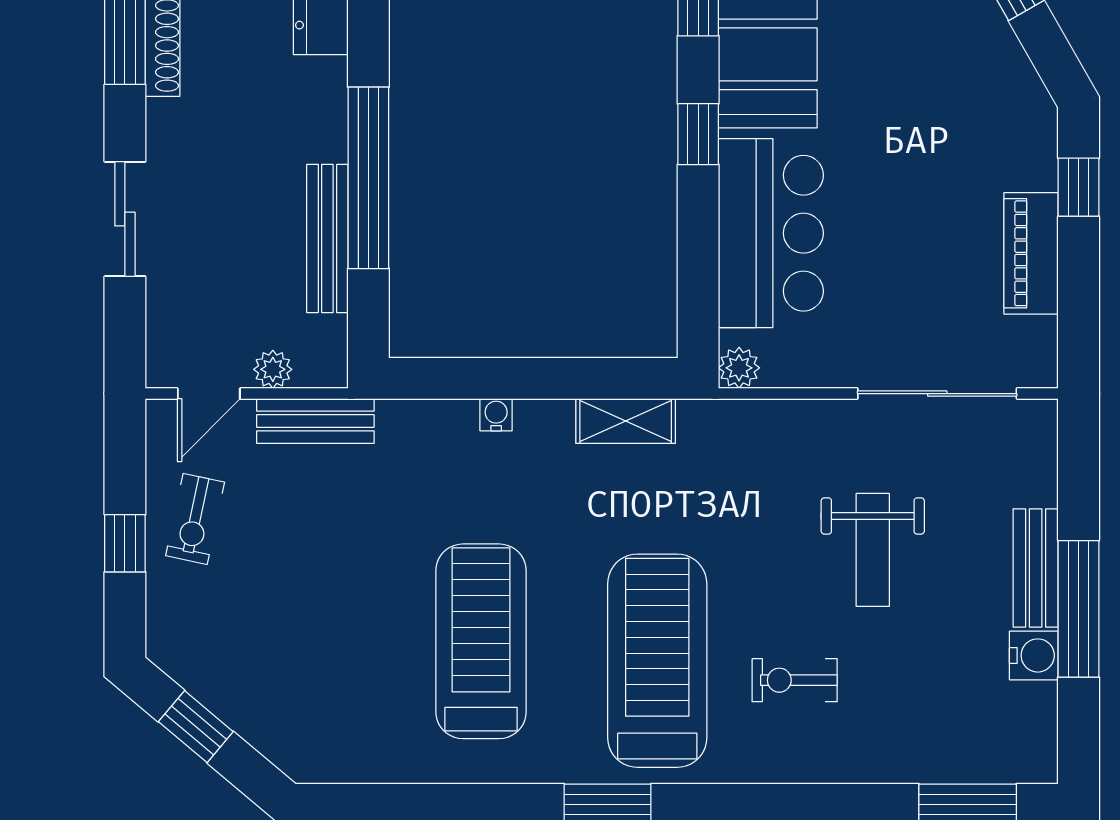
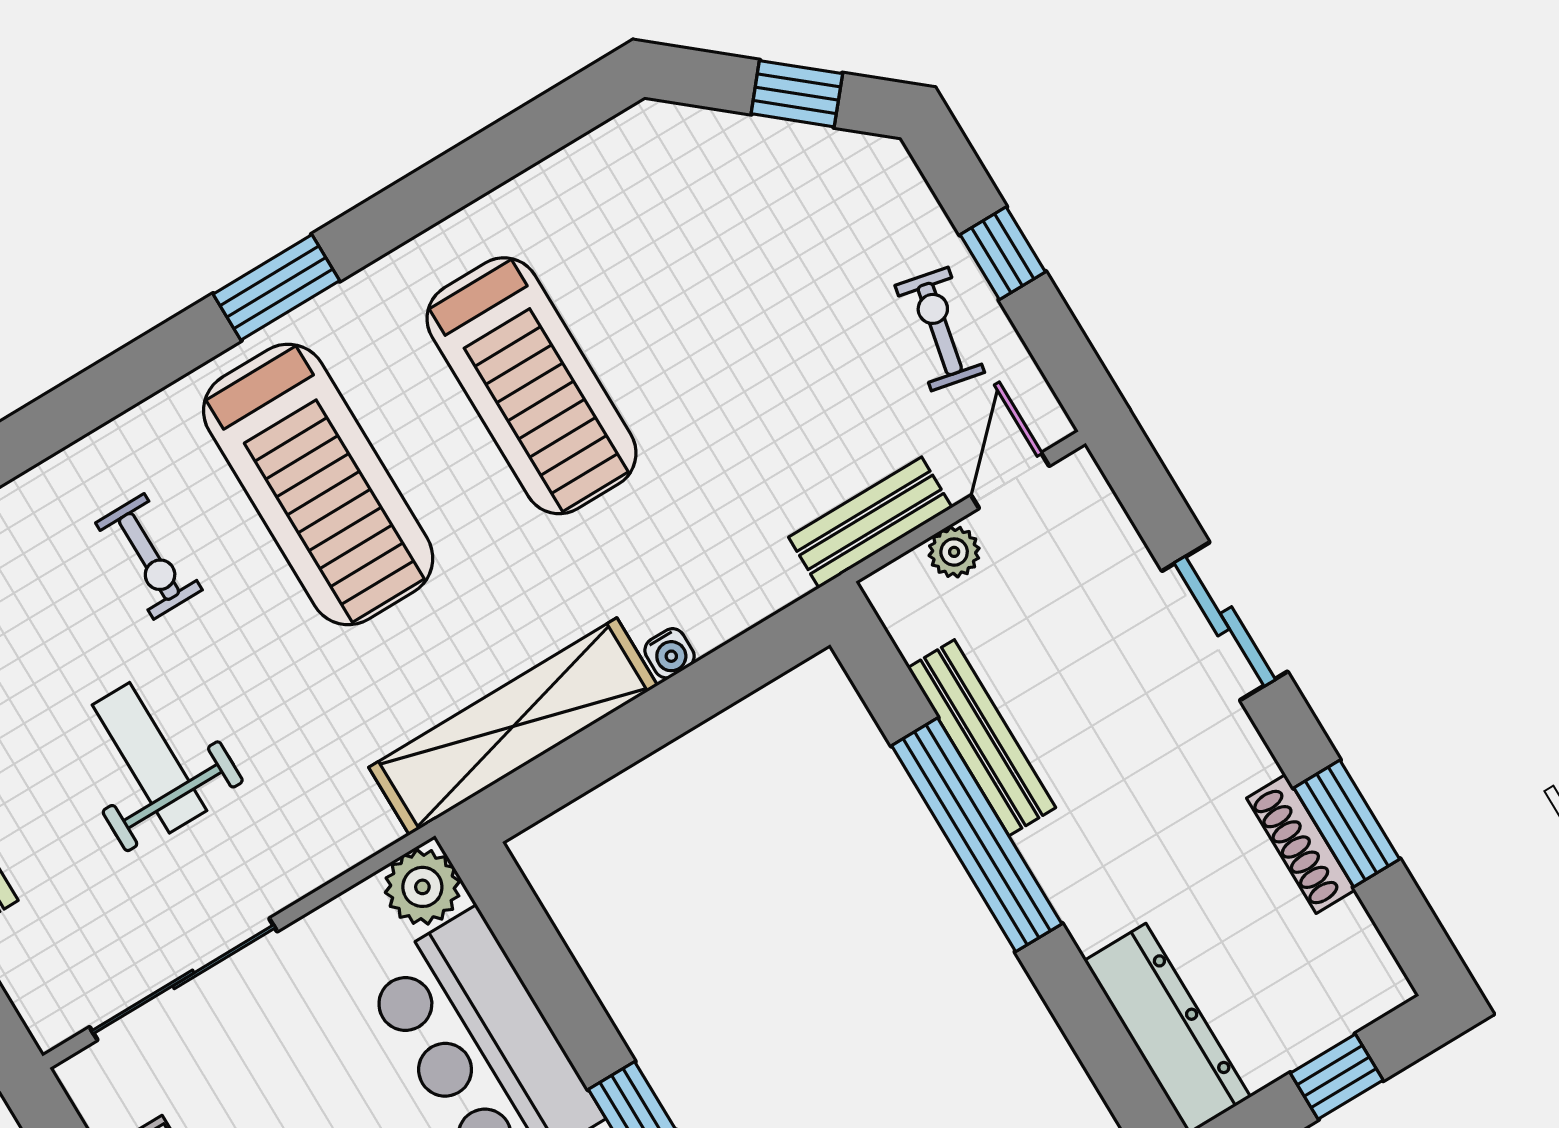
plant: (739, 368) -> (422, 887), width x1.38, depth x1.38
shelving: (626, 421) -> (513, 726), width x2.20, depth x1.33
exercise bike: (795, 680) -> (149, 556), turned 90

